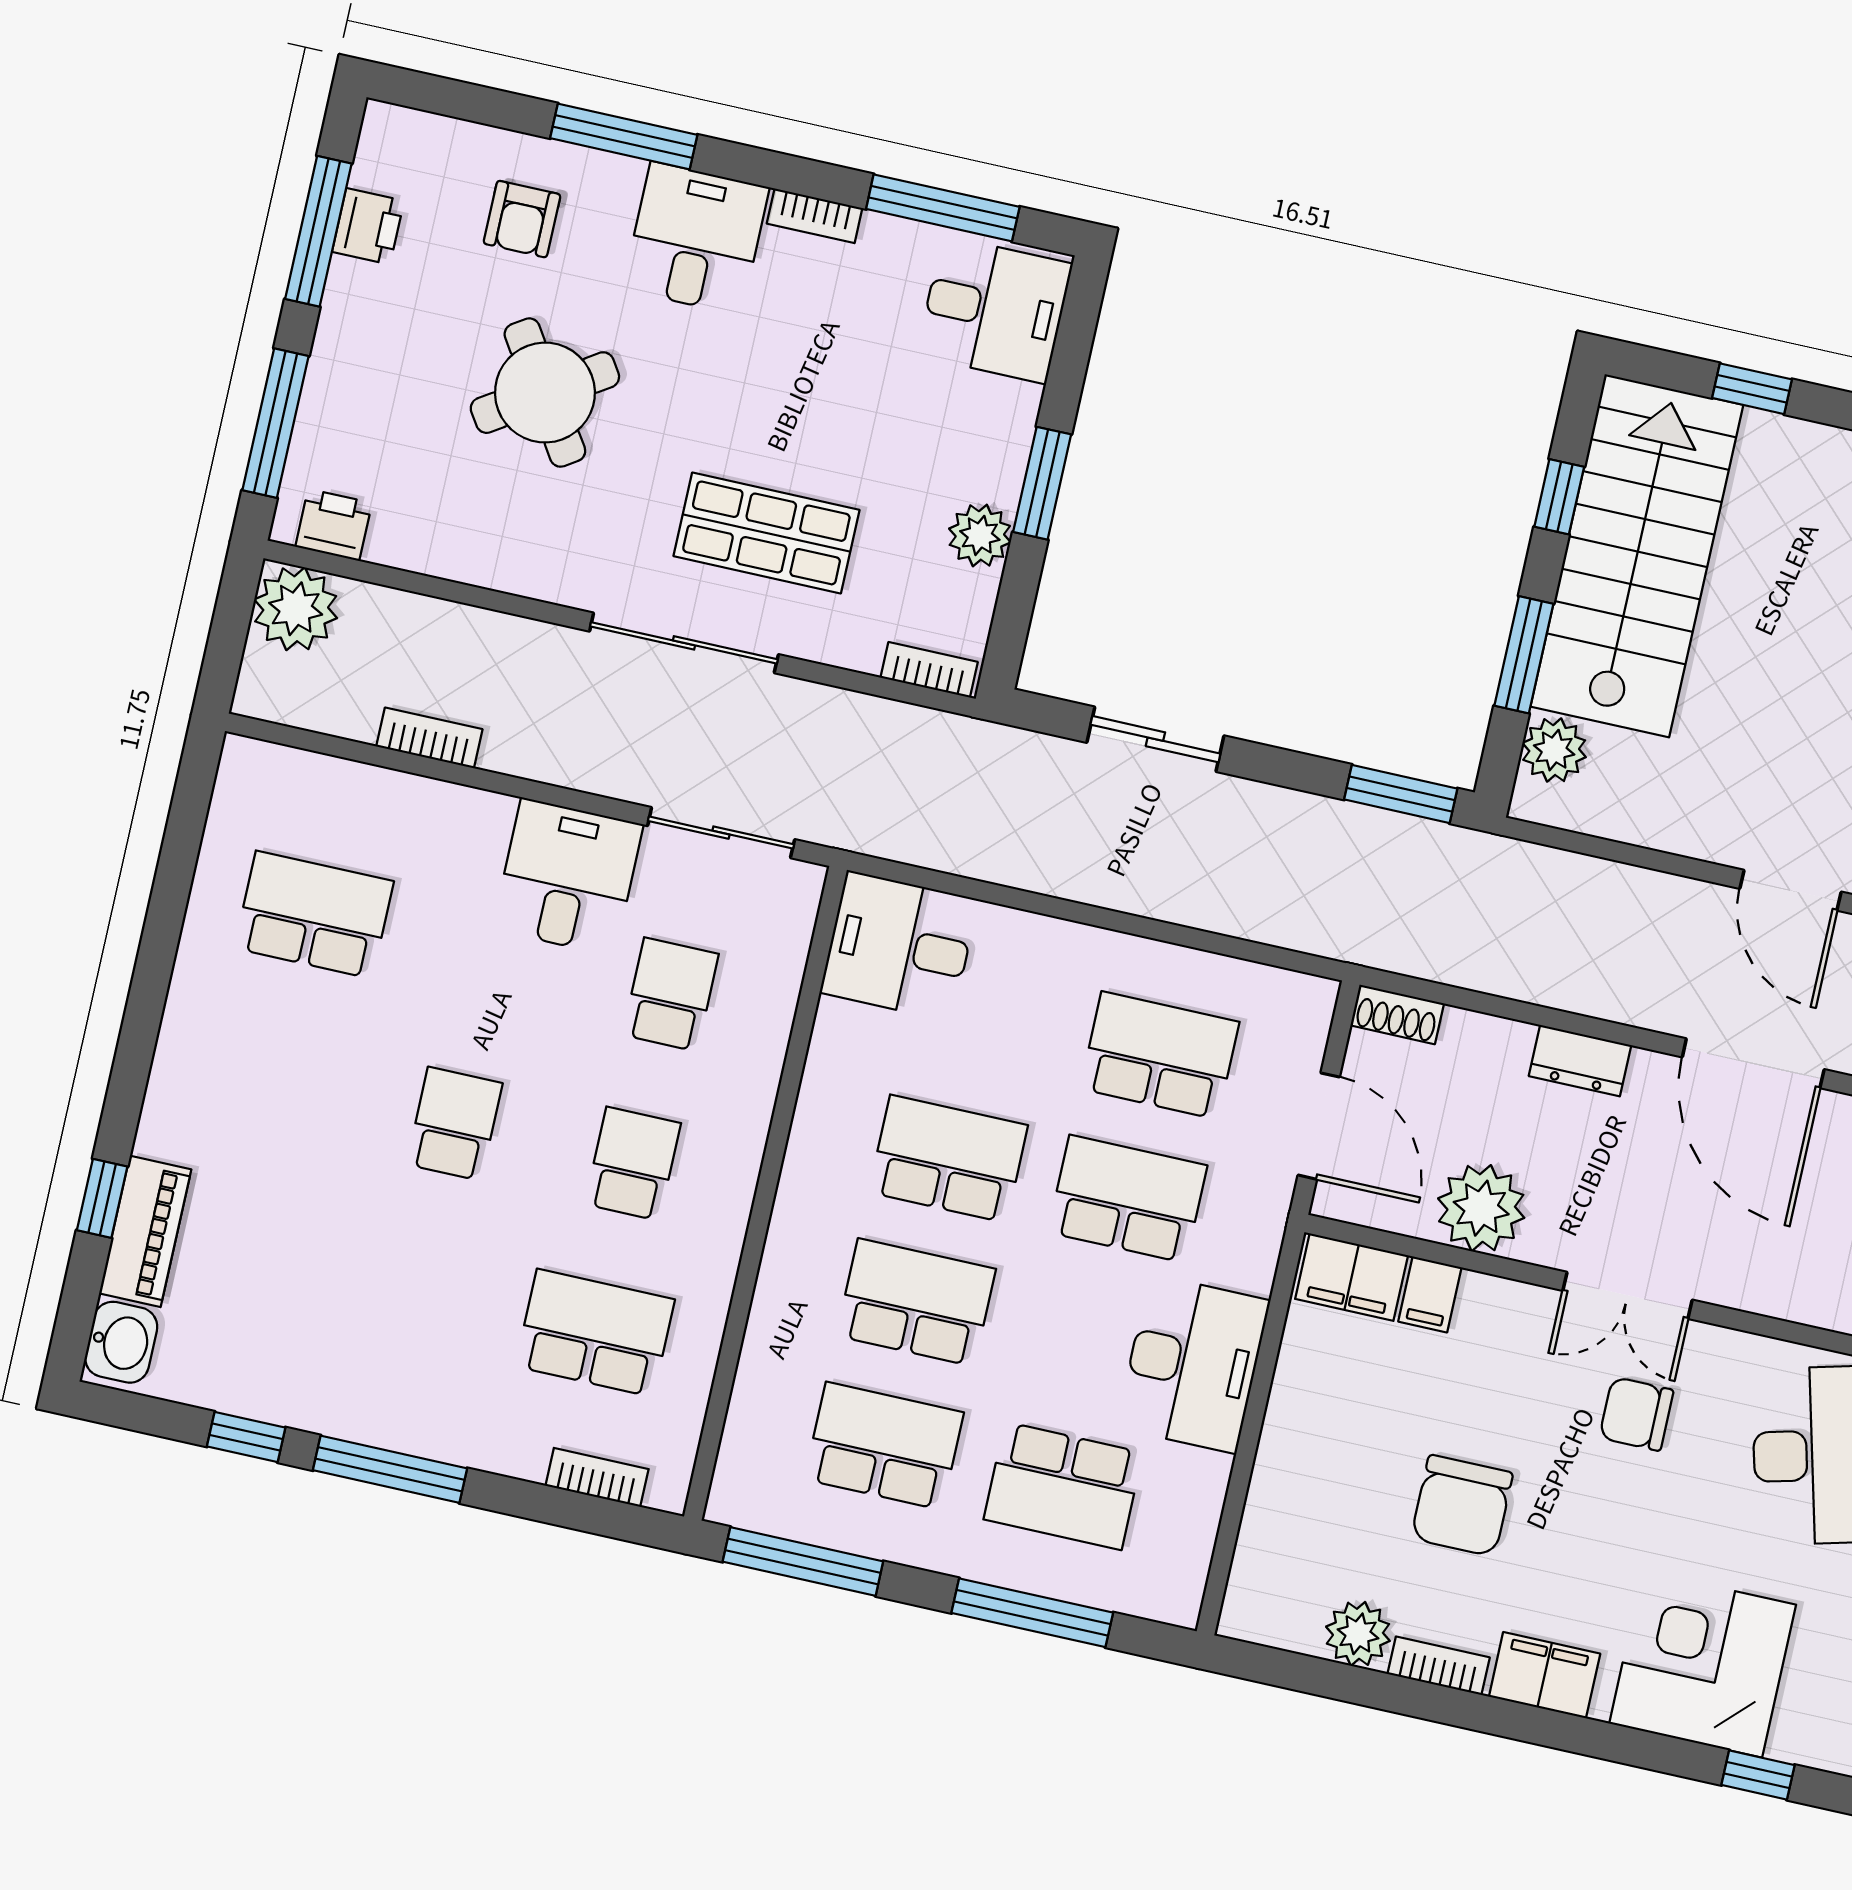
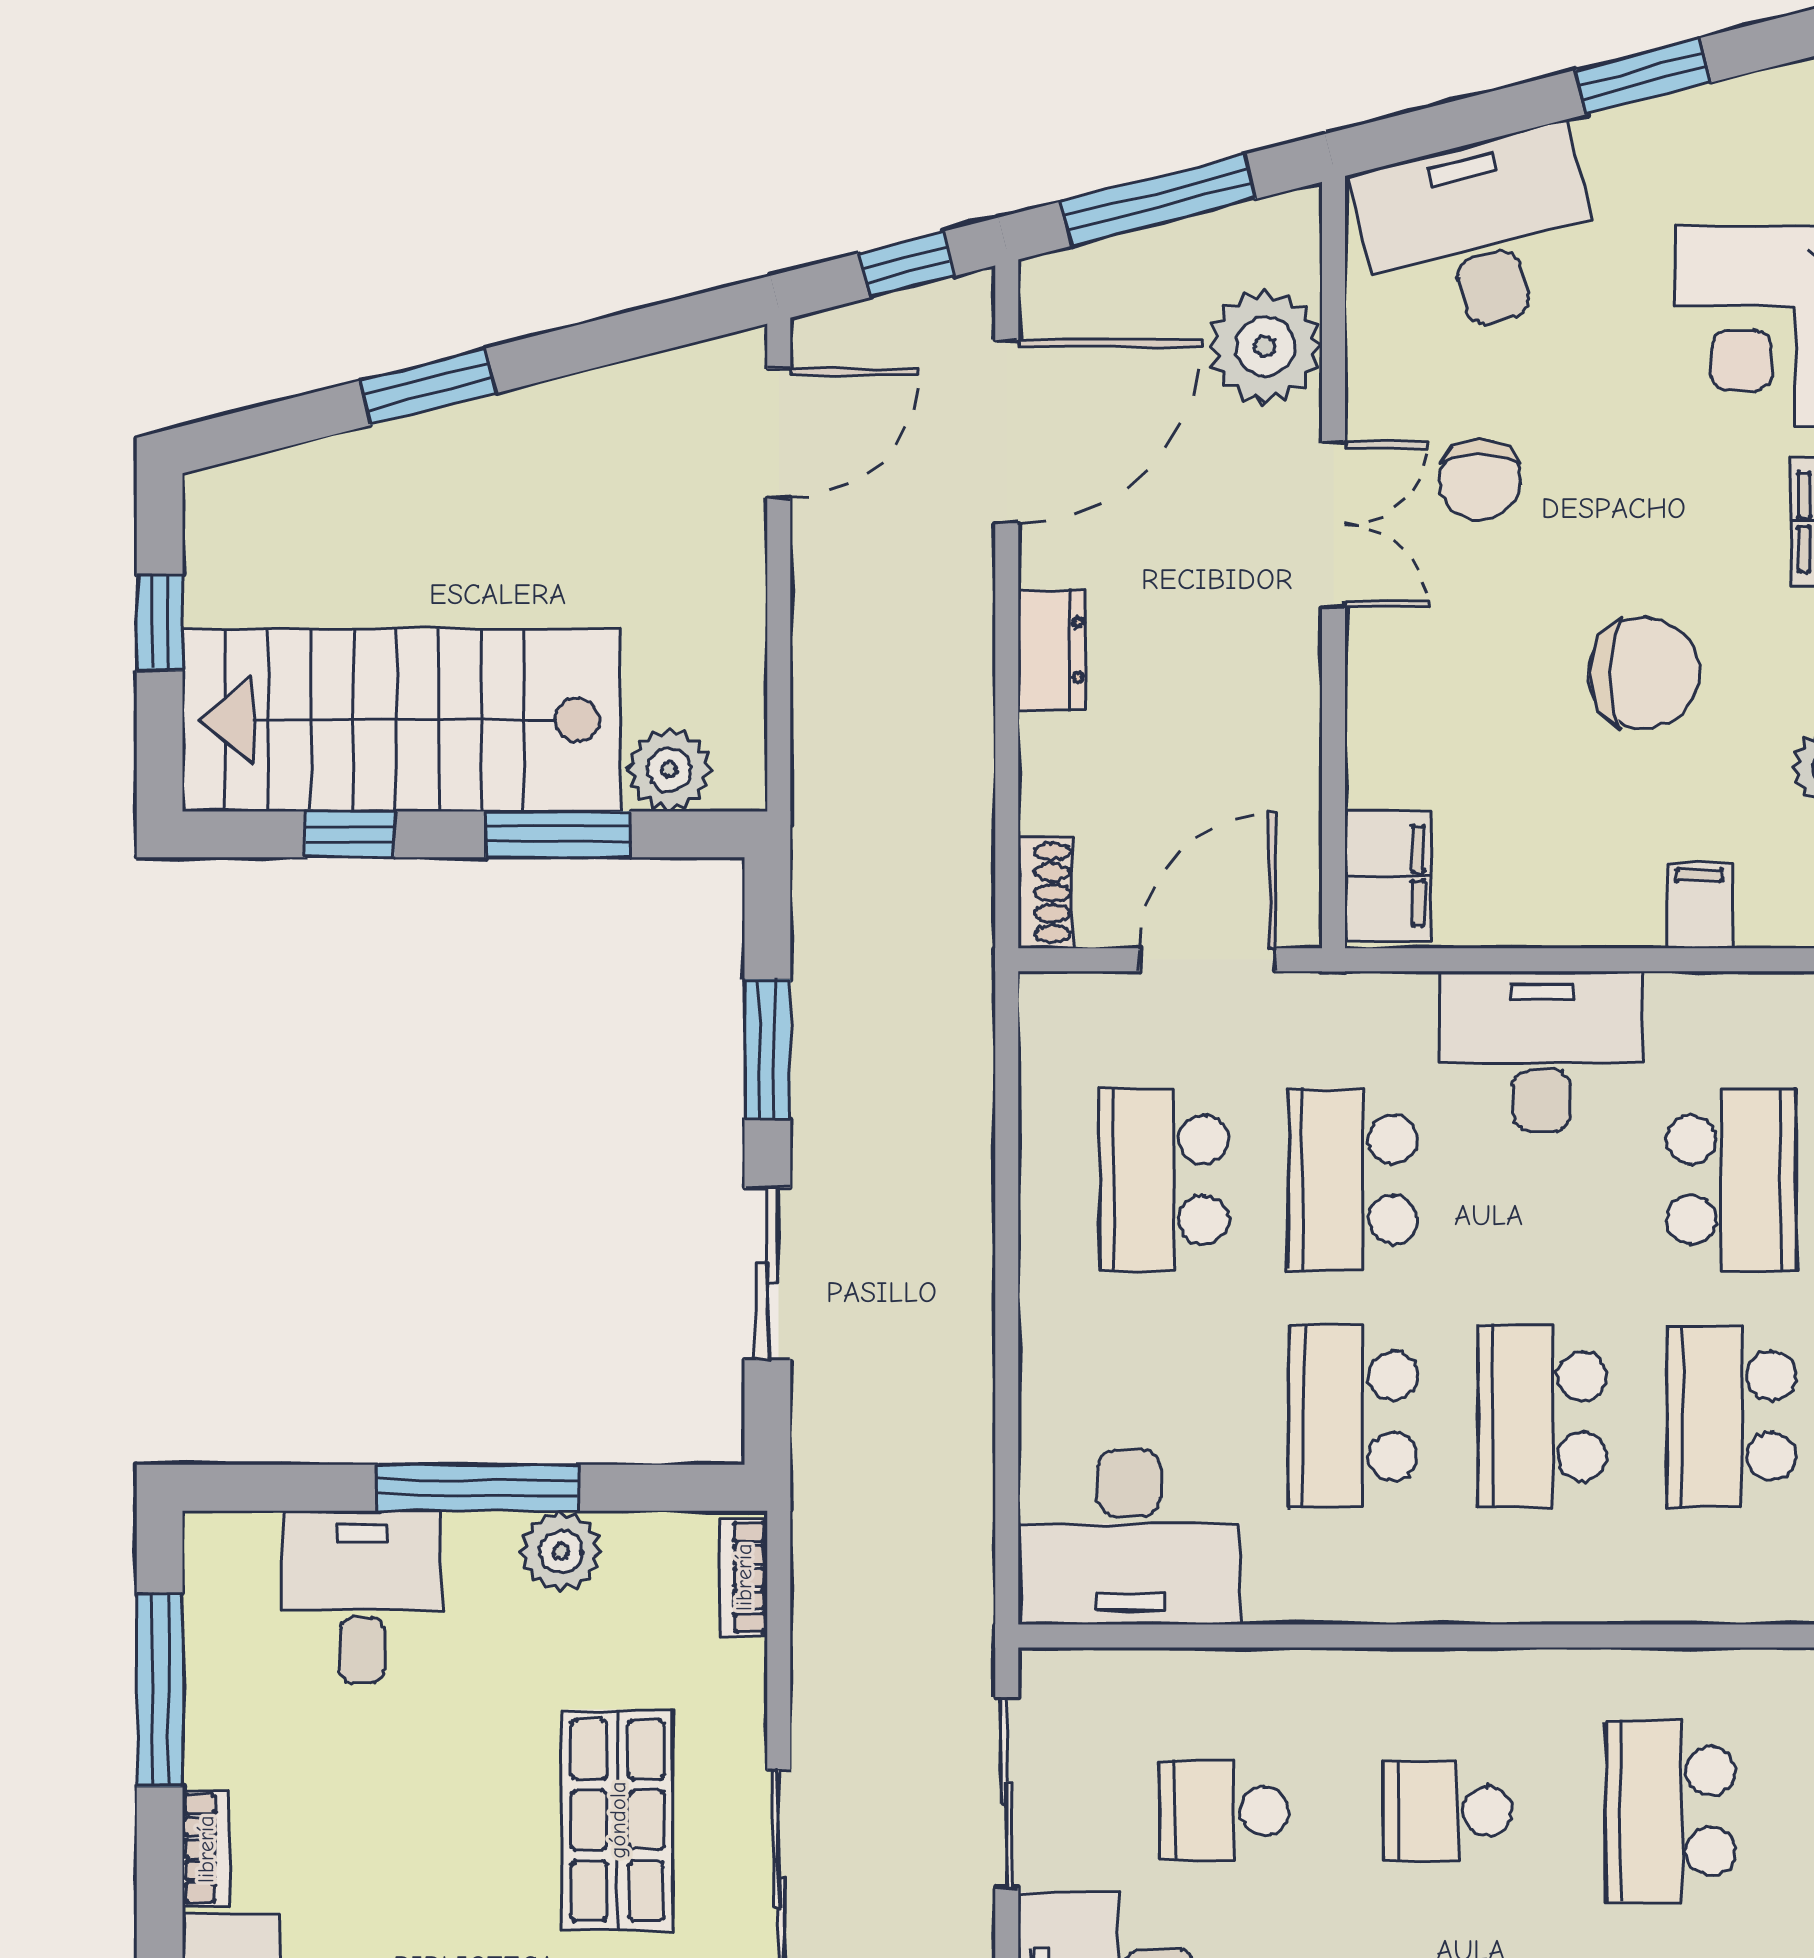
desk: (994, 310) -> (362, 1597), moved
window: (1042, 483) -> (478, 1488), width x1.44
window: (1401, 794) -> (767, 1049), moved
desk: (899, 946) -> (1129, 1537), width x1.37
plant: (1481, 1208) -> (1265, 346), moved
filing cabinet: (1430, 1294) -> (1699, 905), moved, turned -90

